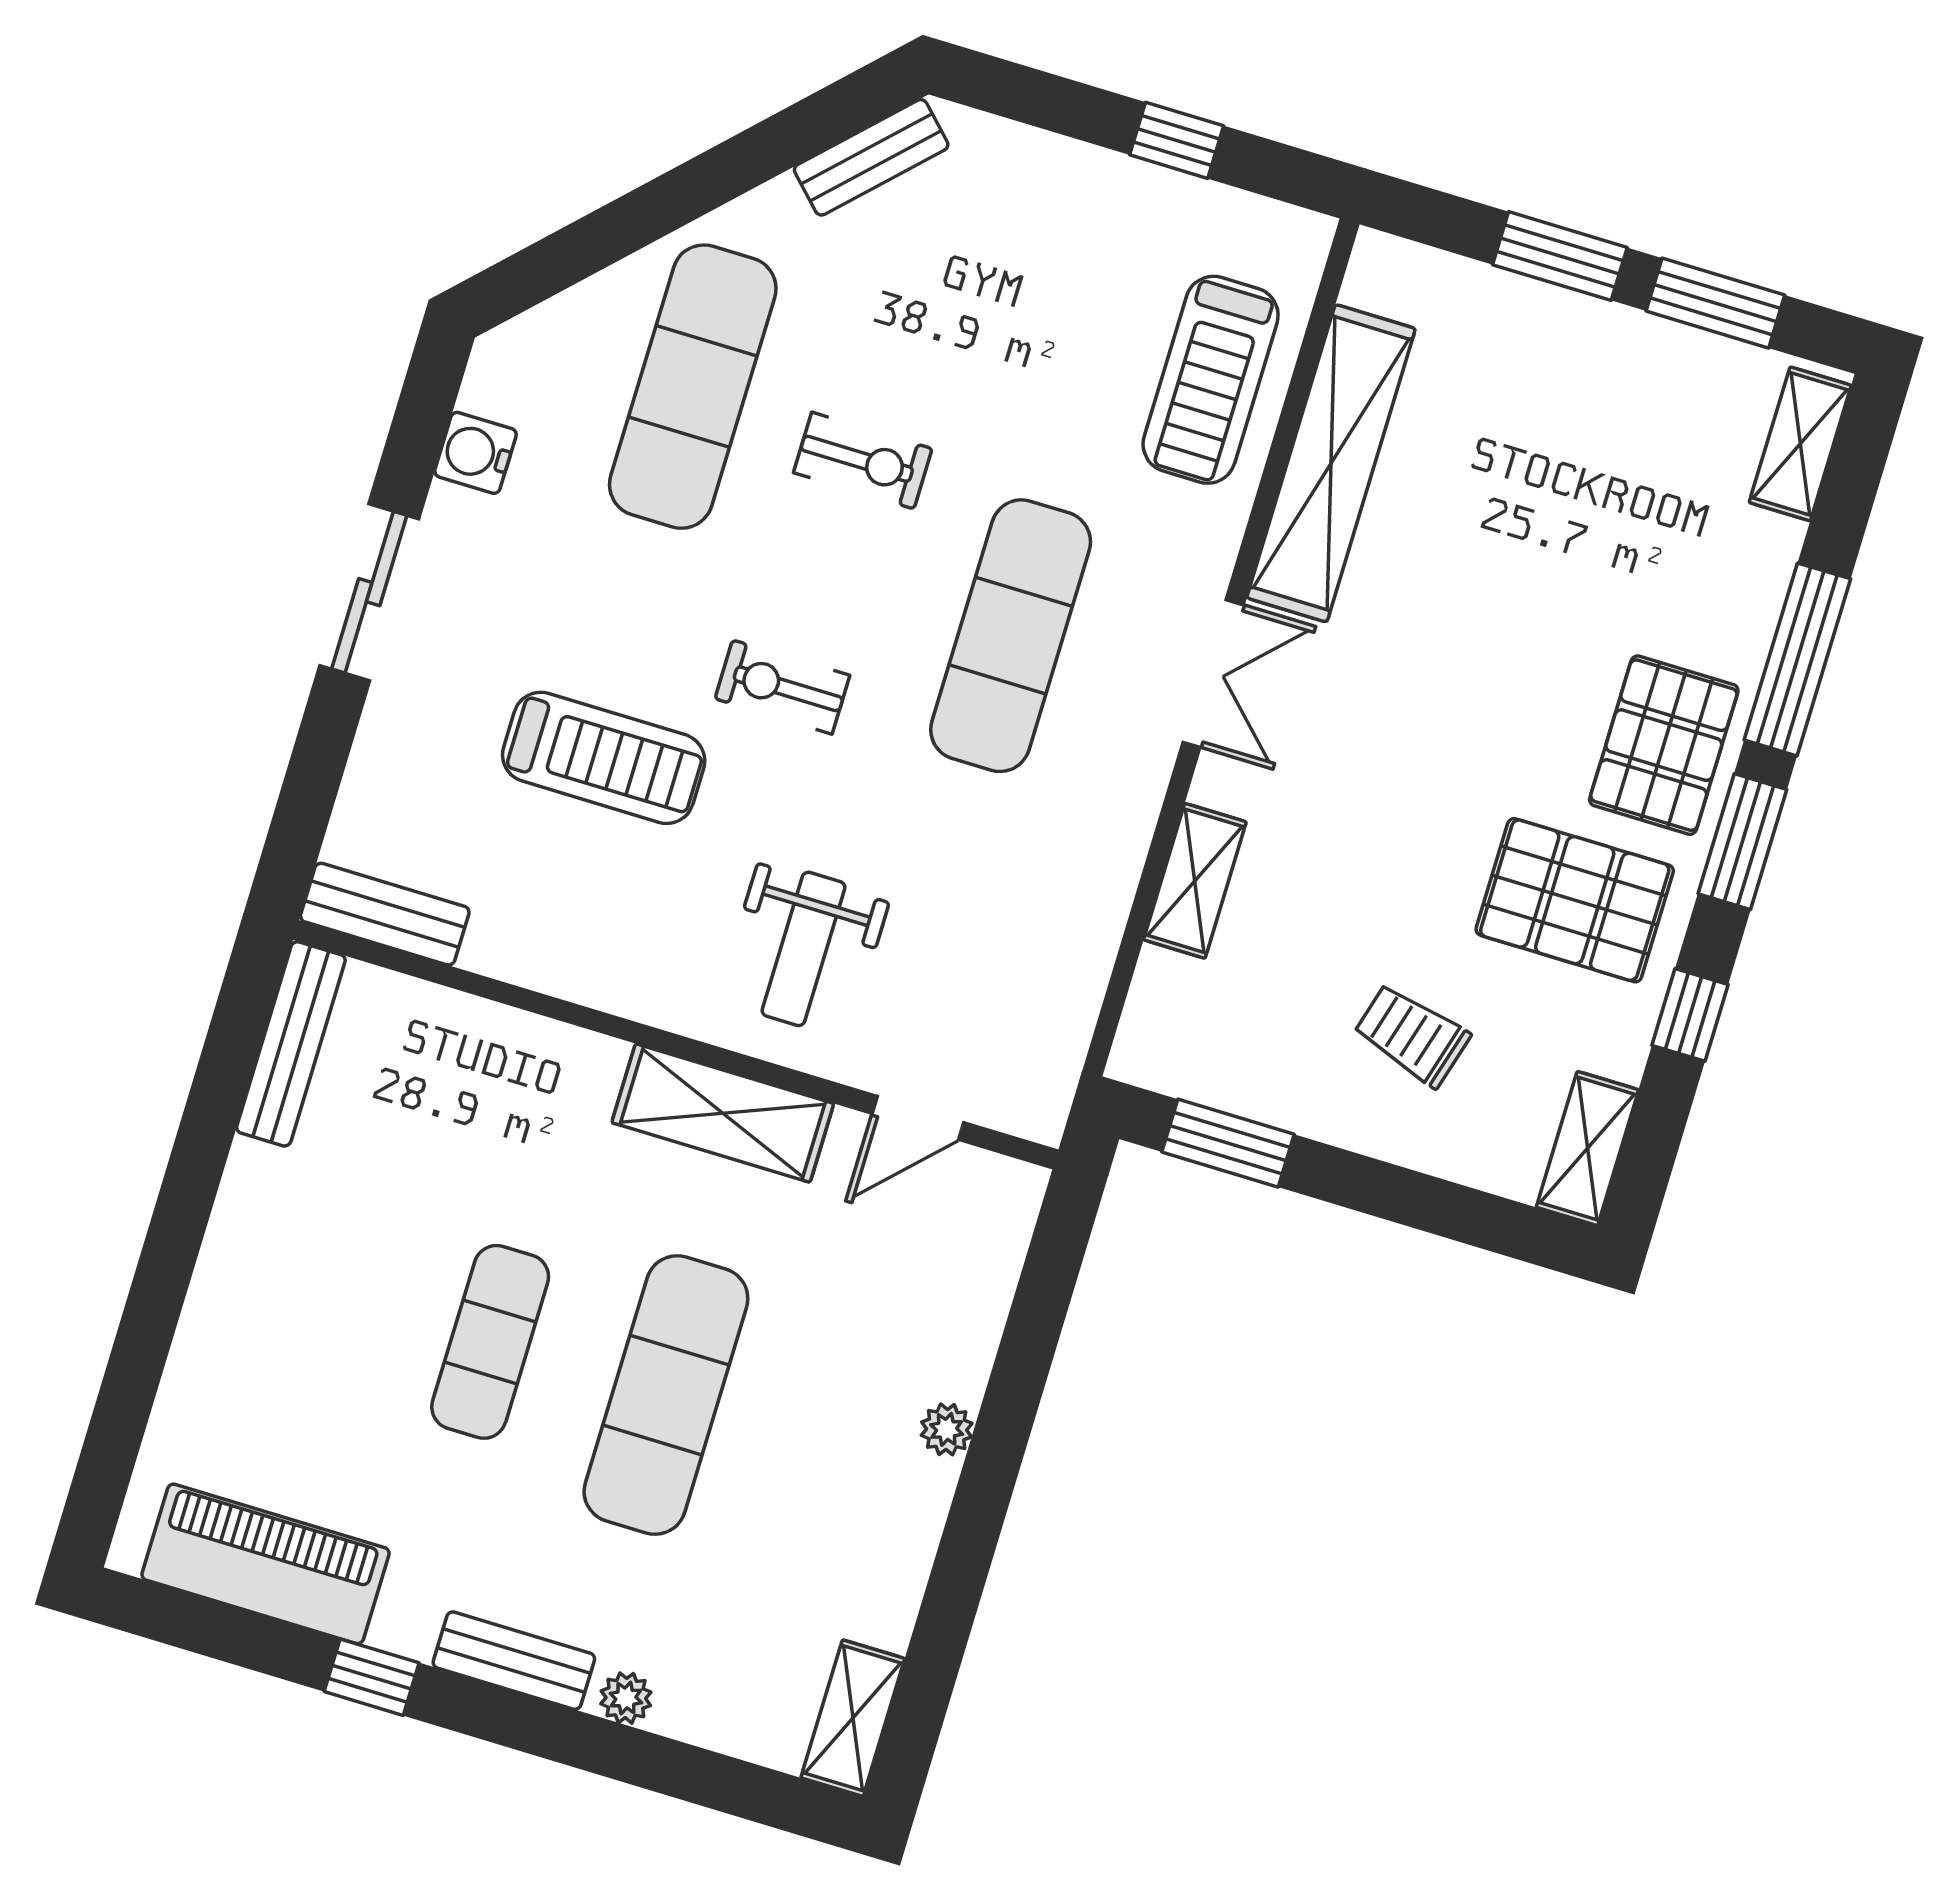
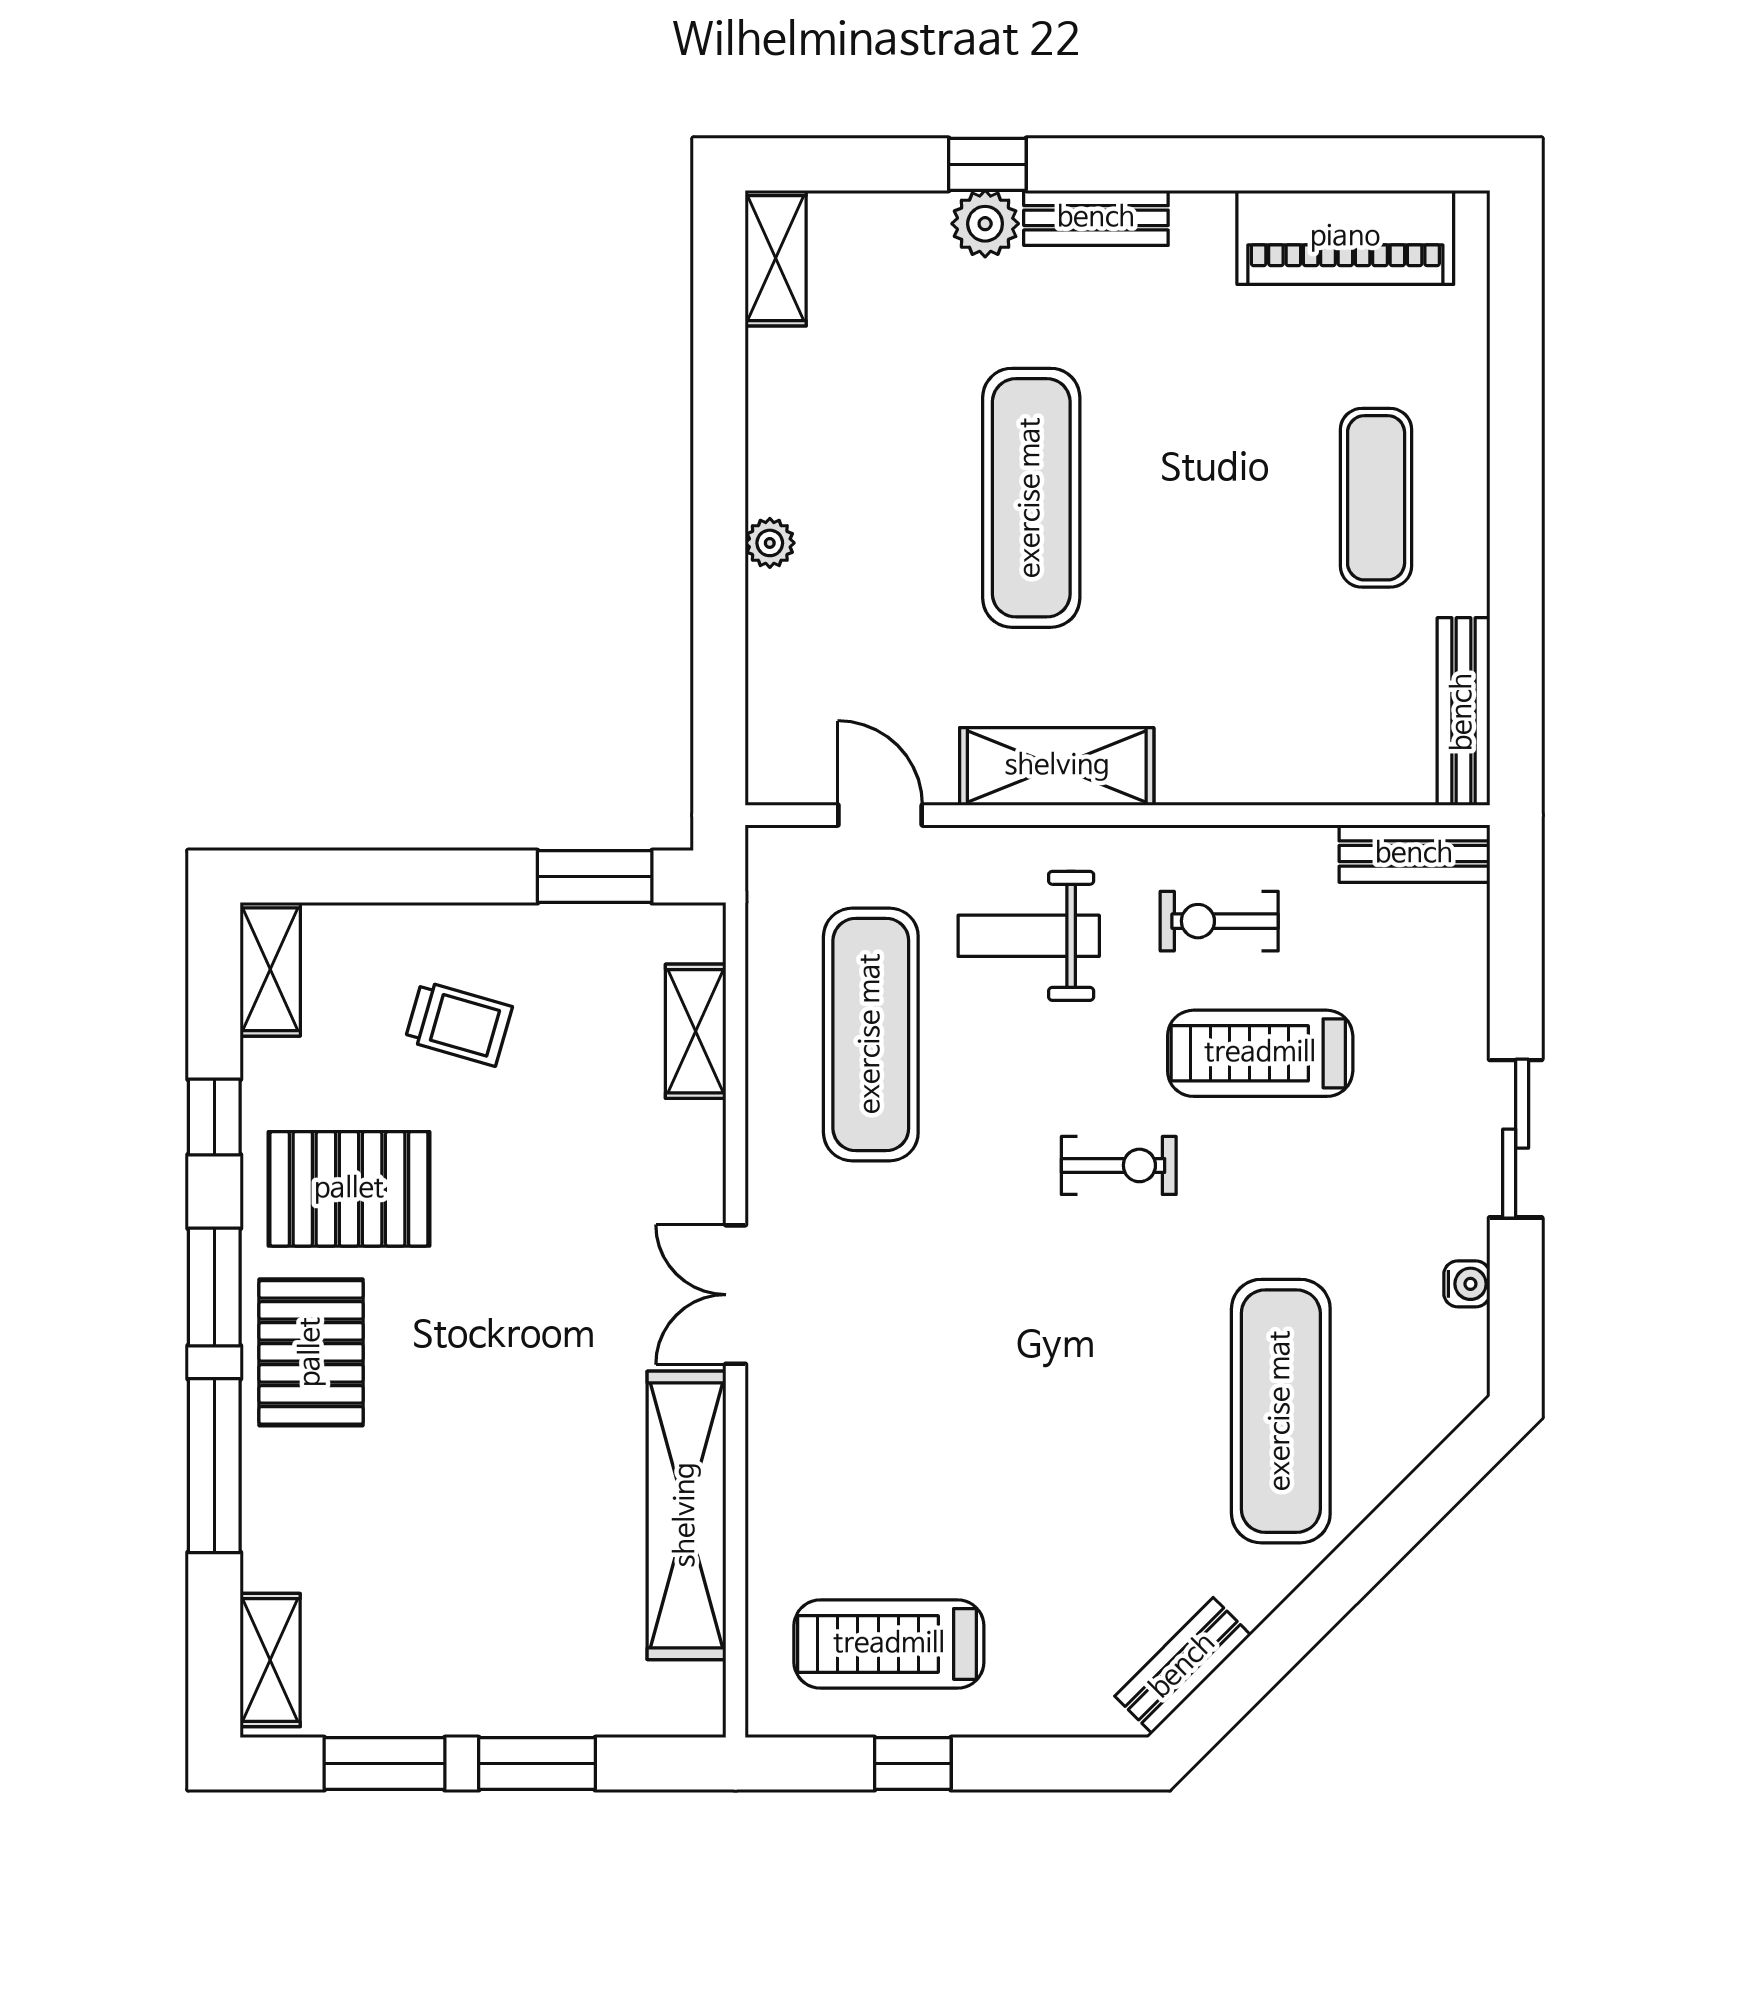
treadmill: (1211, 380) -> (889, 1644), moved, turned -90
water cooler: (475, 453) -> (1467, 1284), width x0.72, depth x0.72
exercise bike: (863, 461) -> (1219, 921), moved
exercise mat: (1011, 636) -> (871, 1034), moved
shelving: (1195, 881) -> (696, 1031), moved
weight bench: (803, 949) -> (1029, 936), turned -90
door: (918, 1118) -> (880, 815), hinge flipped
exercise mat: (490, 1342) -> (1376, 498), moved
window: (372, 1677) -> (987, 164), moved
plant: (626, 1698) -> (985, 224), width x1.38, depth x1.38

